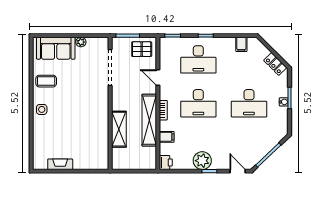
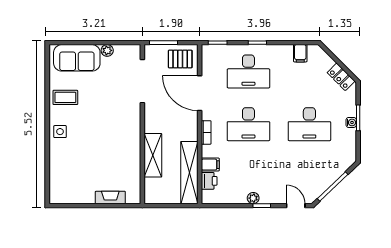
door: (158, 78) -> (200, 93), width x1.88
shelving: (149, 120) -> (189, 173), moved
plant: (202, 161) -> (253, 198), width x0.53, depth x0.53
printer: (166, 162) -> (209, 181), moved
fireplace: (60, 164) -> (110, 197), moved

